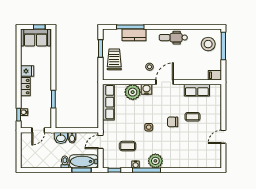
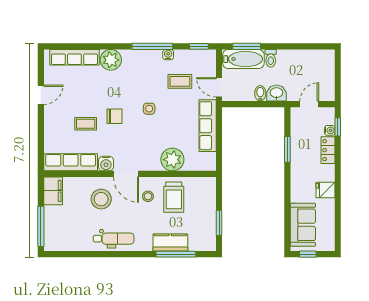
sofa: (36, 38) -> (303, 225), moved, turned 90
stool: (208, 44) -> (101, 199), moved
trolley: (114, 59) -> (174, 197), moved
filing cabinet: (215, 75) -> (53, 191), width x2.00
door: (165, 82) -> (126, 174), hinge flipped
locker: (25, 87) -> (328, 150), moved
water cooler: (146, 89) -> (106, 164), moved
row of seats: (197, 90) -> (71, 162), width x1.48
row of seats: (108, 102) -> (208, 126), moved
door: (100, 142) -> (219, 87), swing flipped
plant: (155, 161) -> (111, 60), moved
row of seats: (200, 163) -> (74, 57), added

